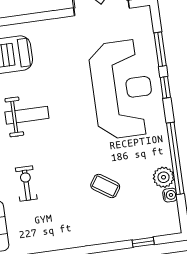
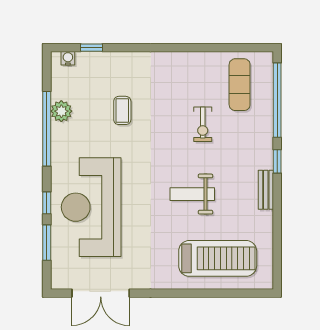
coffee table: (105, 186) -> (122, 110), turned 56
water cooler: (170, 195) -> (68, 58), moved, turned 90

